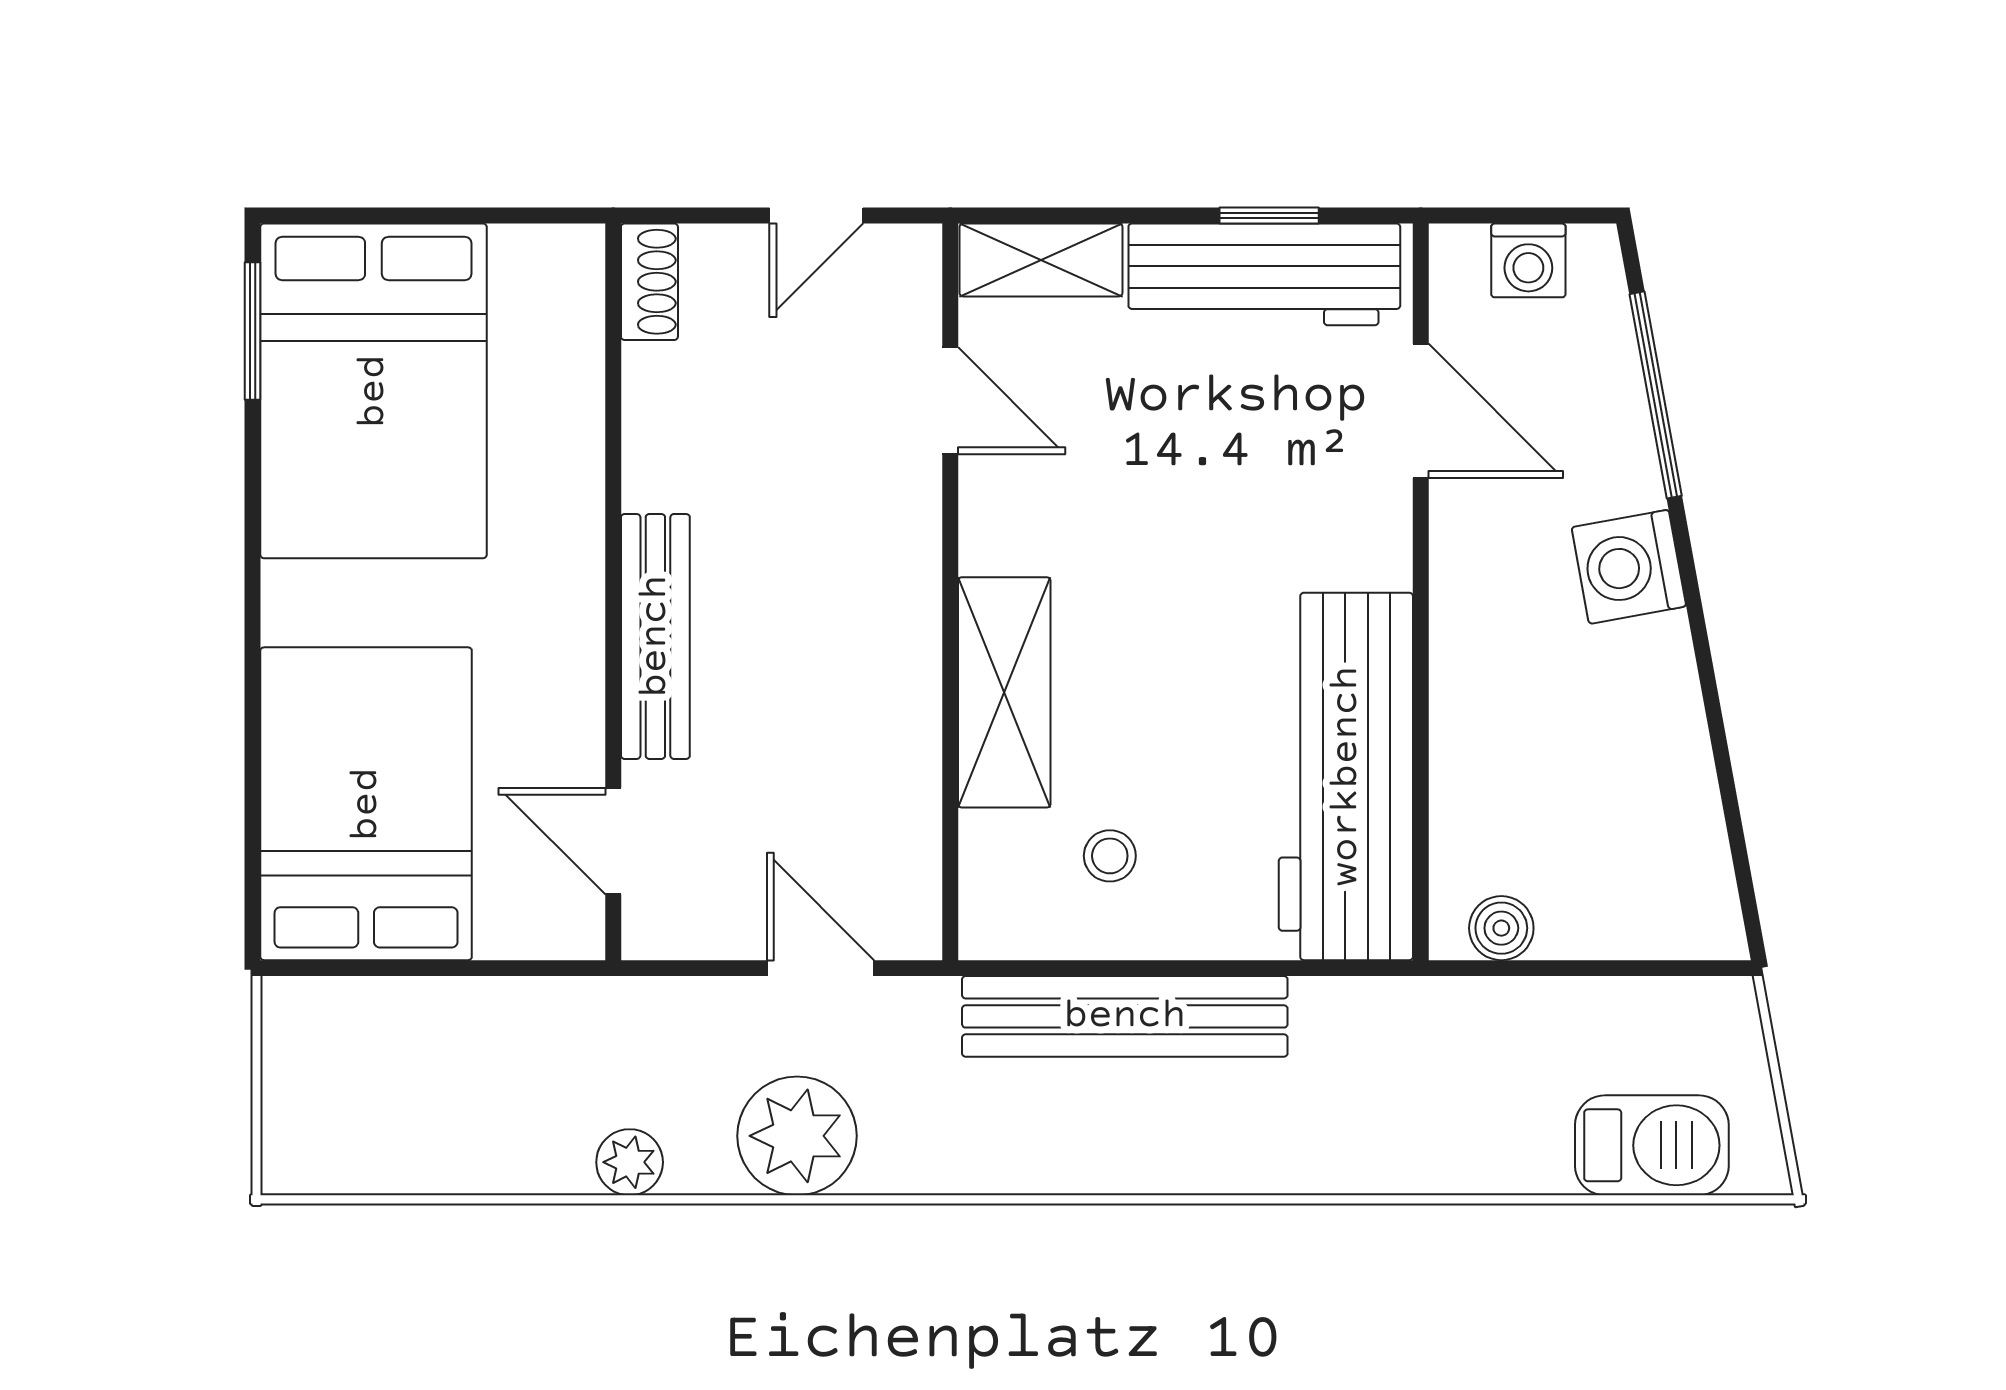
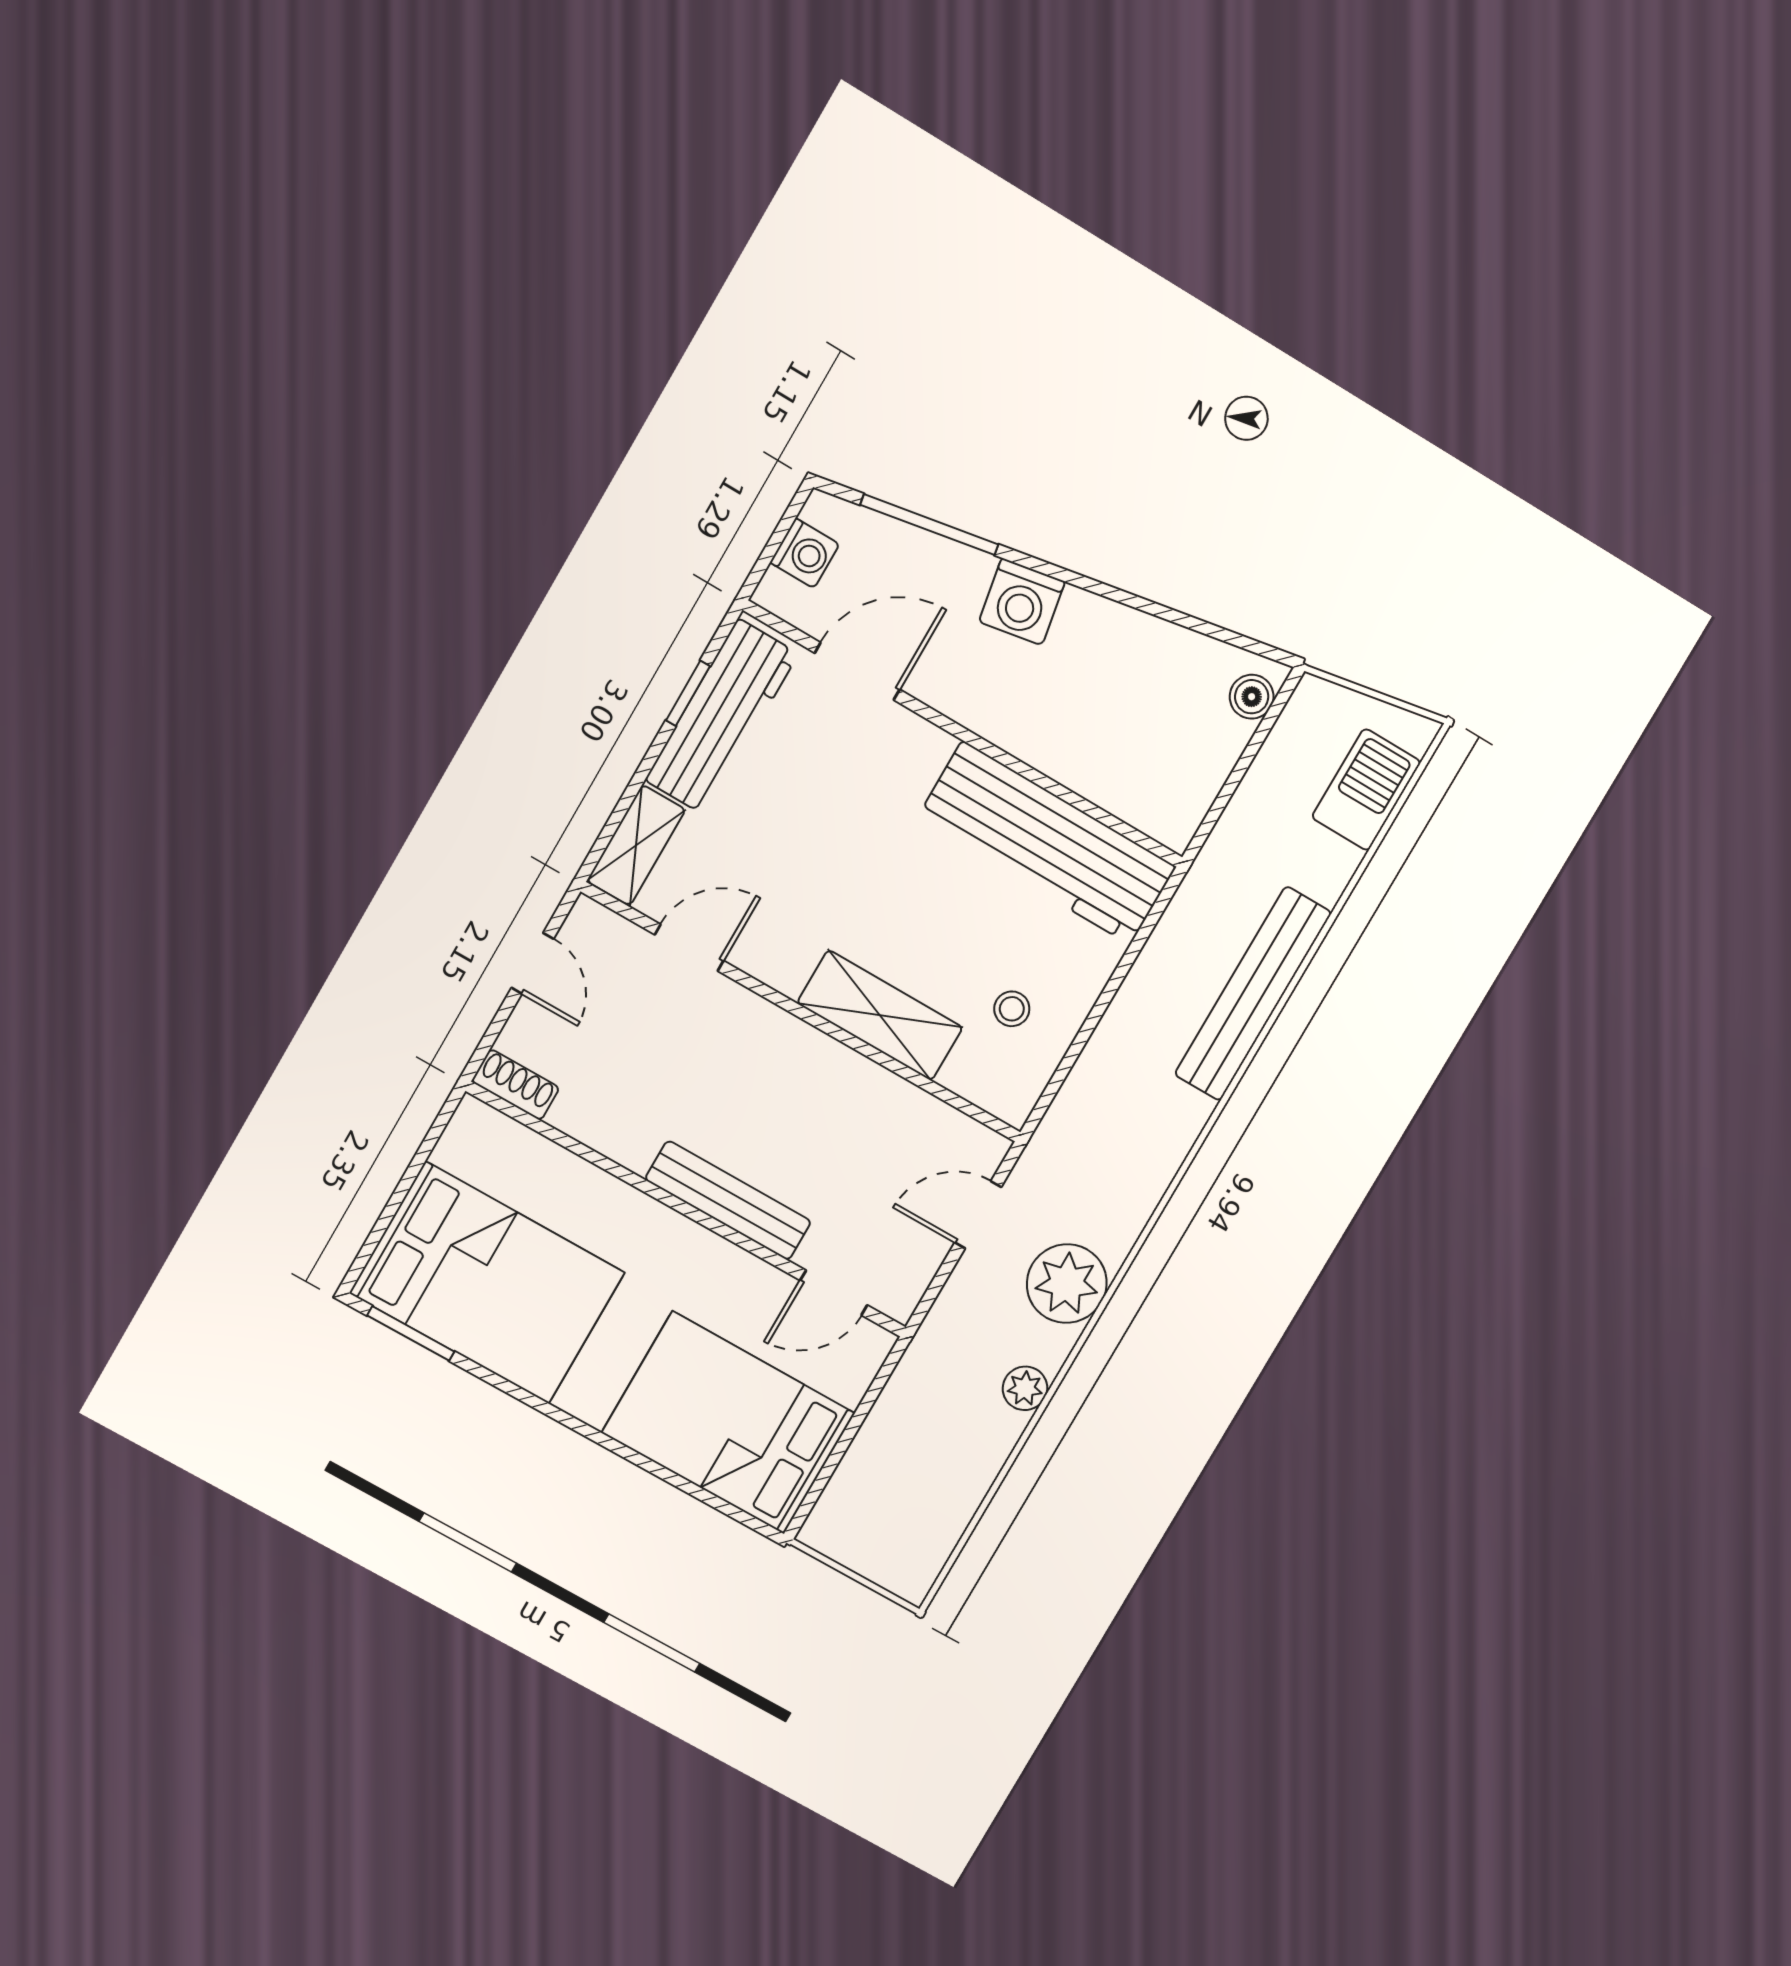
boiler: (1501, 928) -> (1252, 697), moved
bench: (1125, 1016) -> (1253, 994), moved

